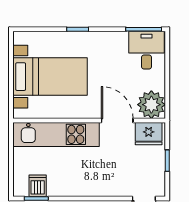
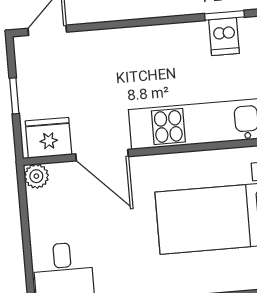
plant: (151, 105) -> (36, 176), width x0.53, depth x0.53

